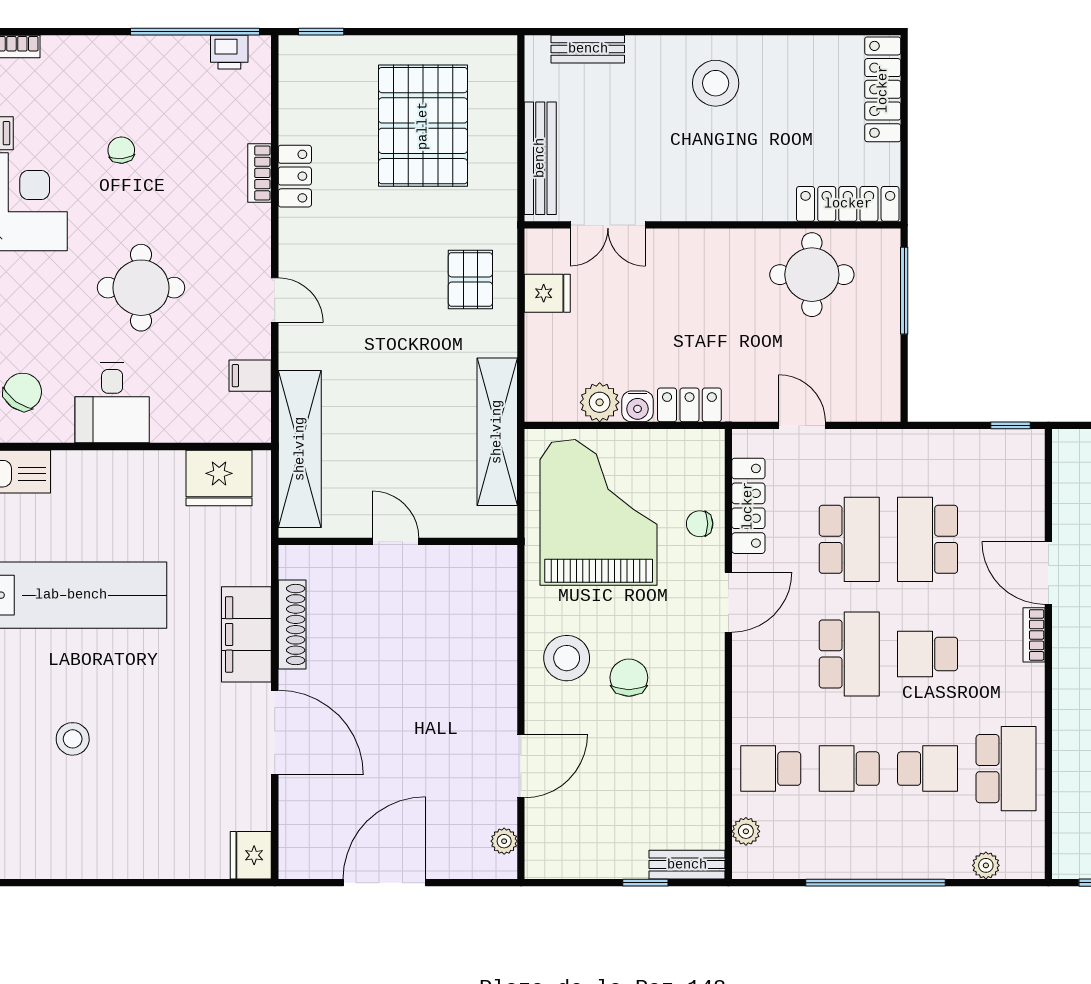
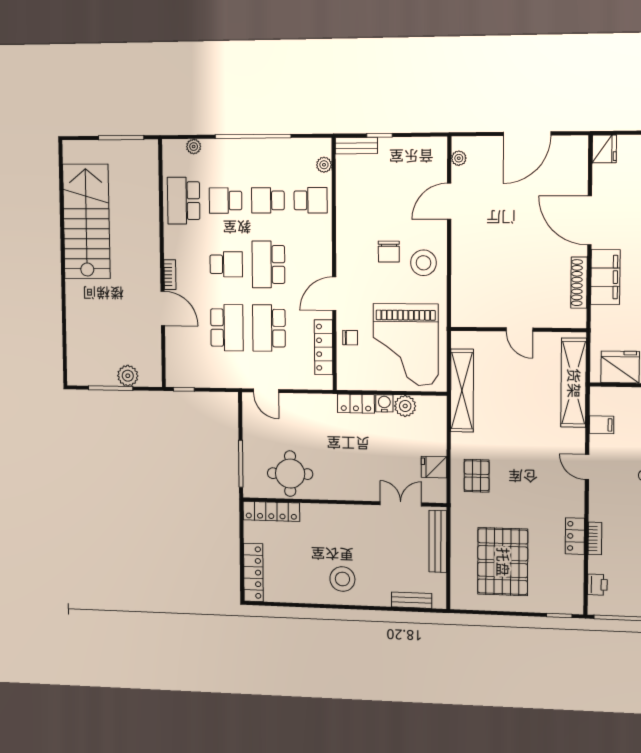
printer: (229, 52) -> (597, 585), moved, turned 90
door: (802, 425) -> (266, 391), moved
school desk: (849, 769) -> (268, 200), turned 180

